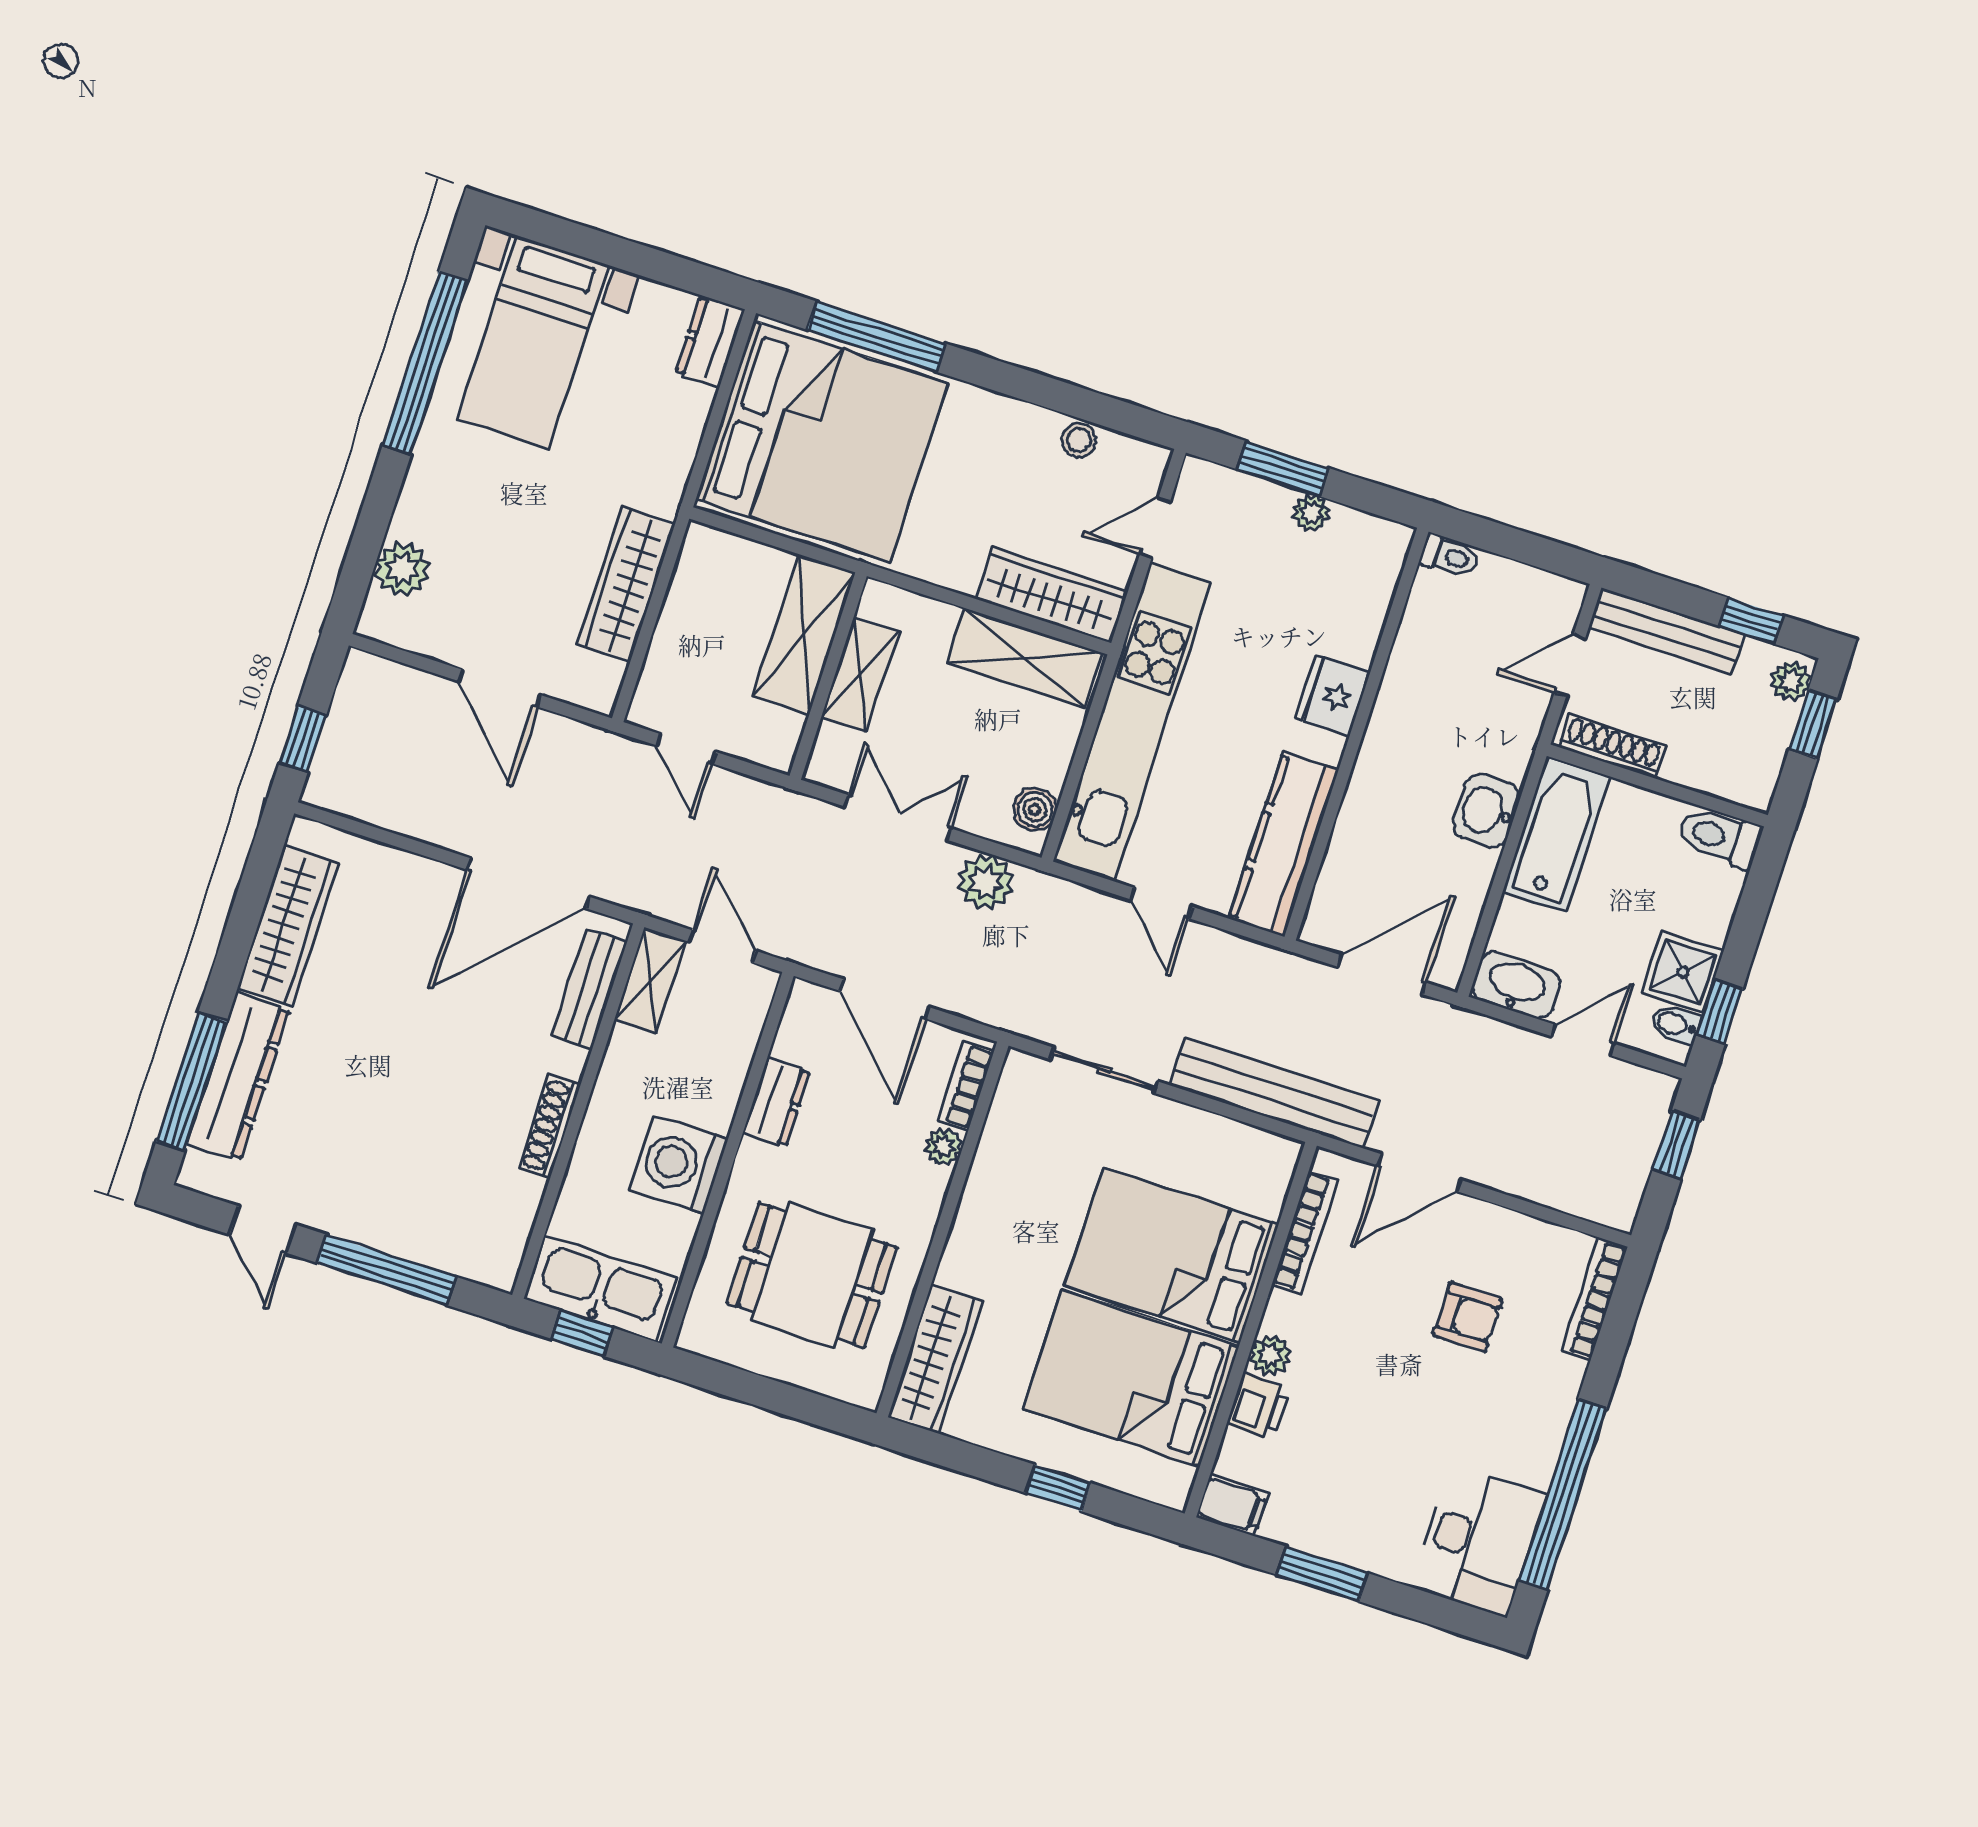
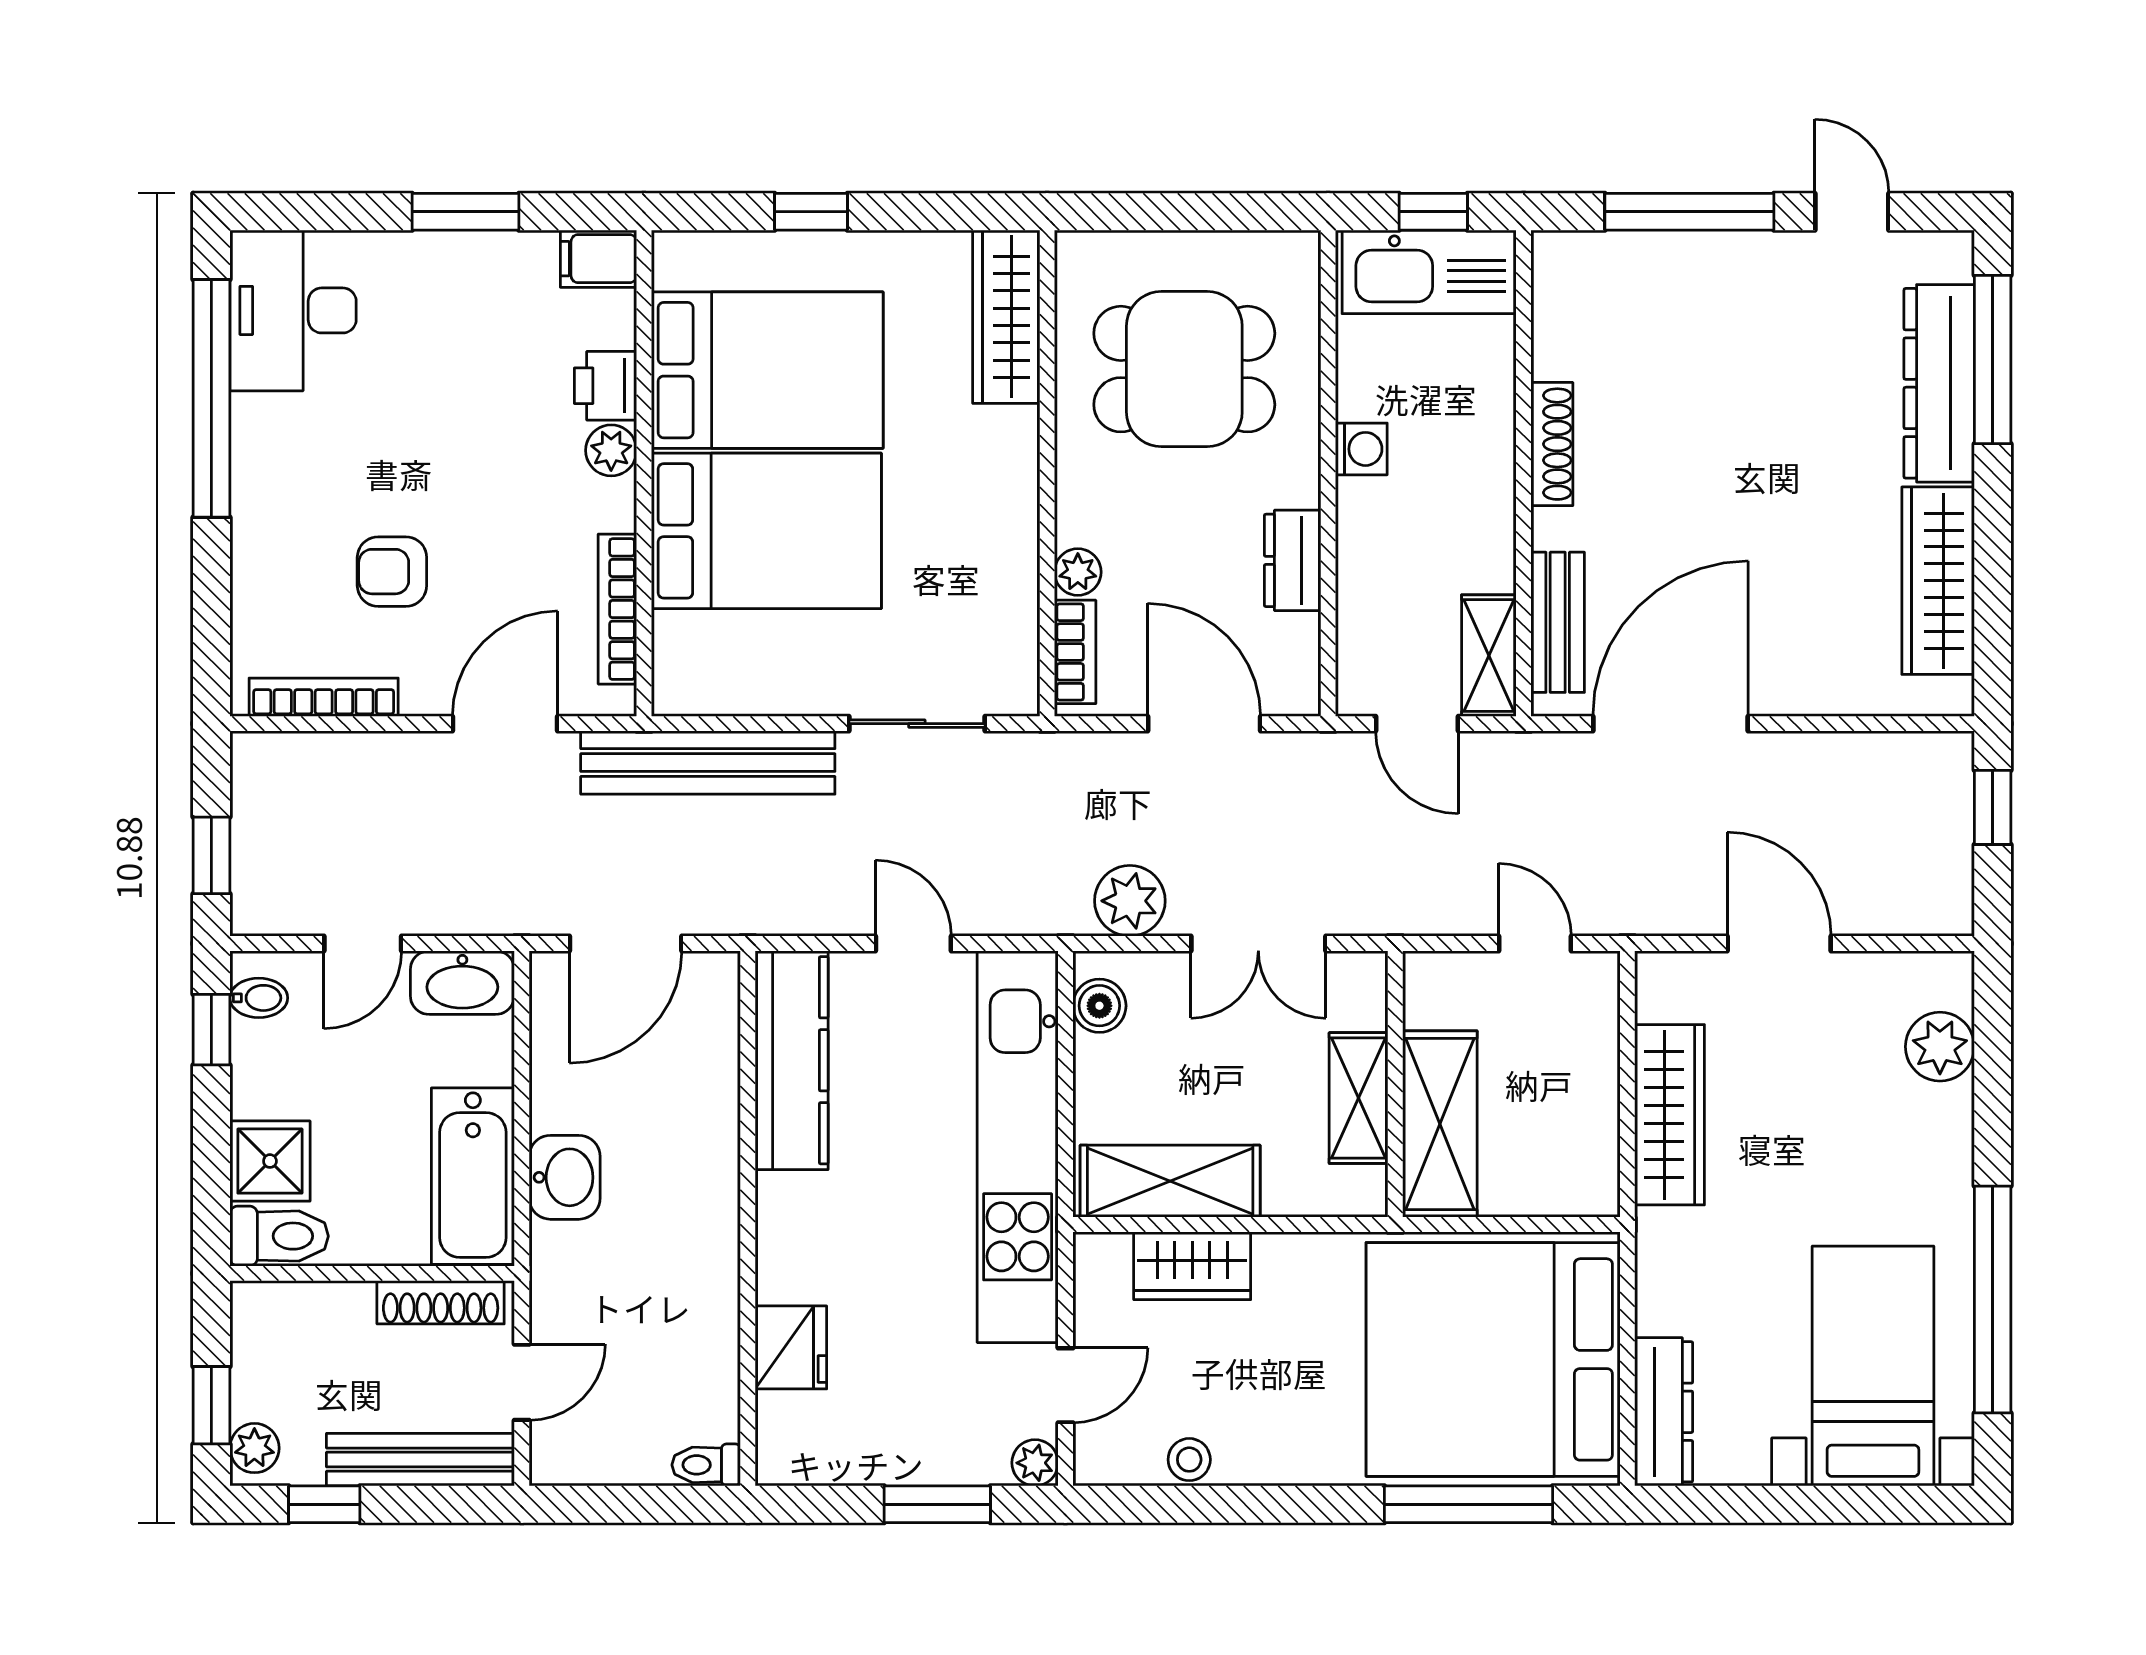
dresser: (710, 342) -> (1664, 1412), width x1.44
plant: (1311, 513) -> (1035, 1463), moved
wardrobe: (1051, 595) -> (1192, 1266), width x0.67
fridge: (1333, 695) -> (791, 1347), moved
shower: (1683, 972) -> (270, 1161), moved
washing machine: (679, 1164) -> (1361, 449), width x0.53, depth x0.53
bookcase: (1595, 1299) -> (324, 697), moved, turned -90

